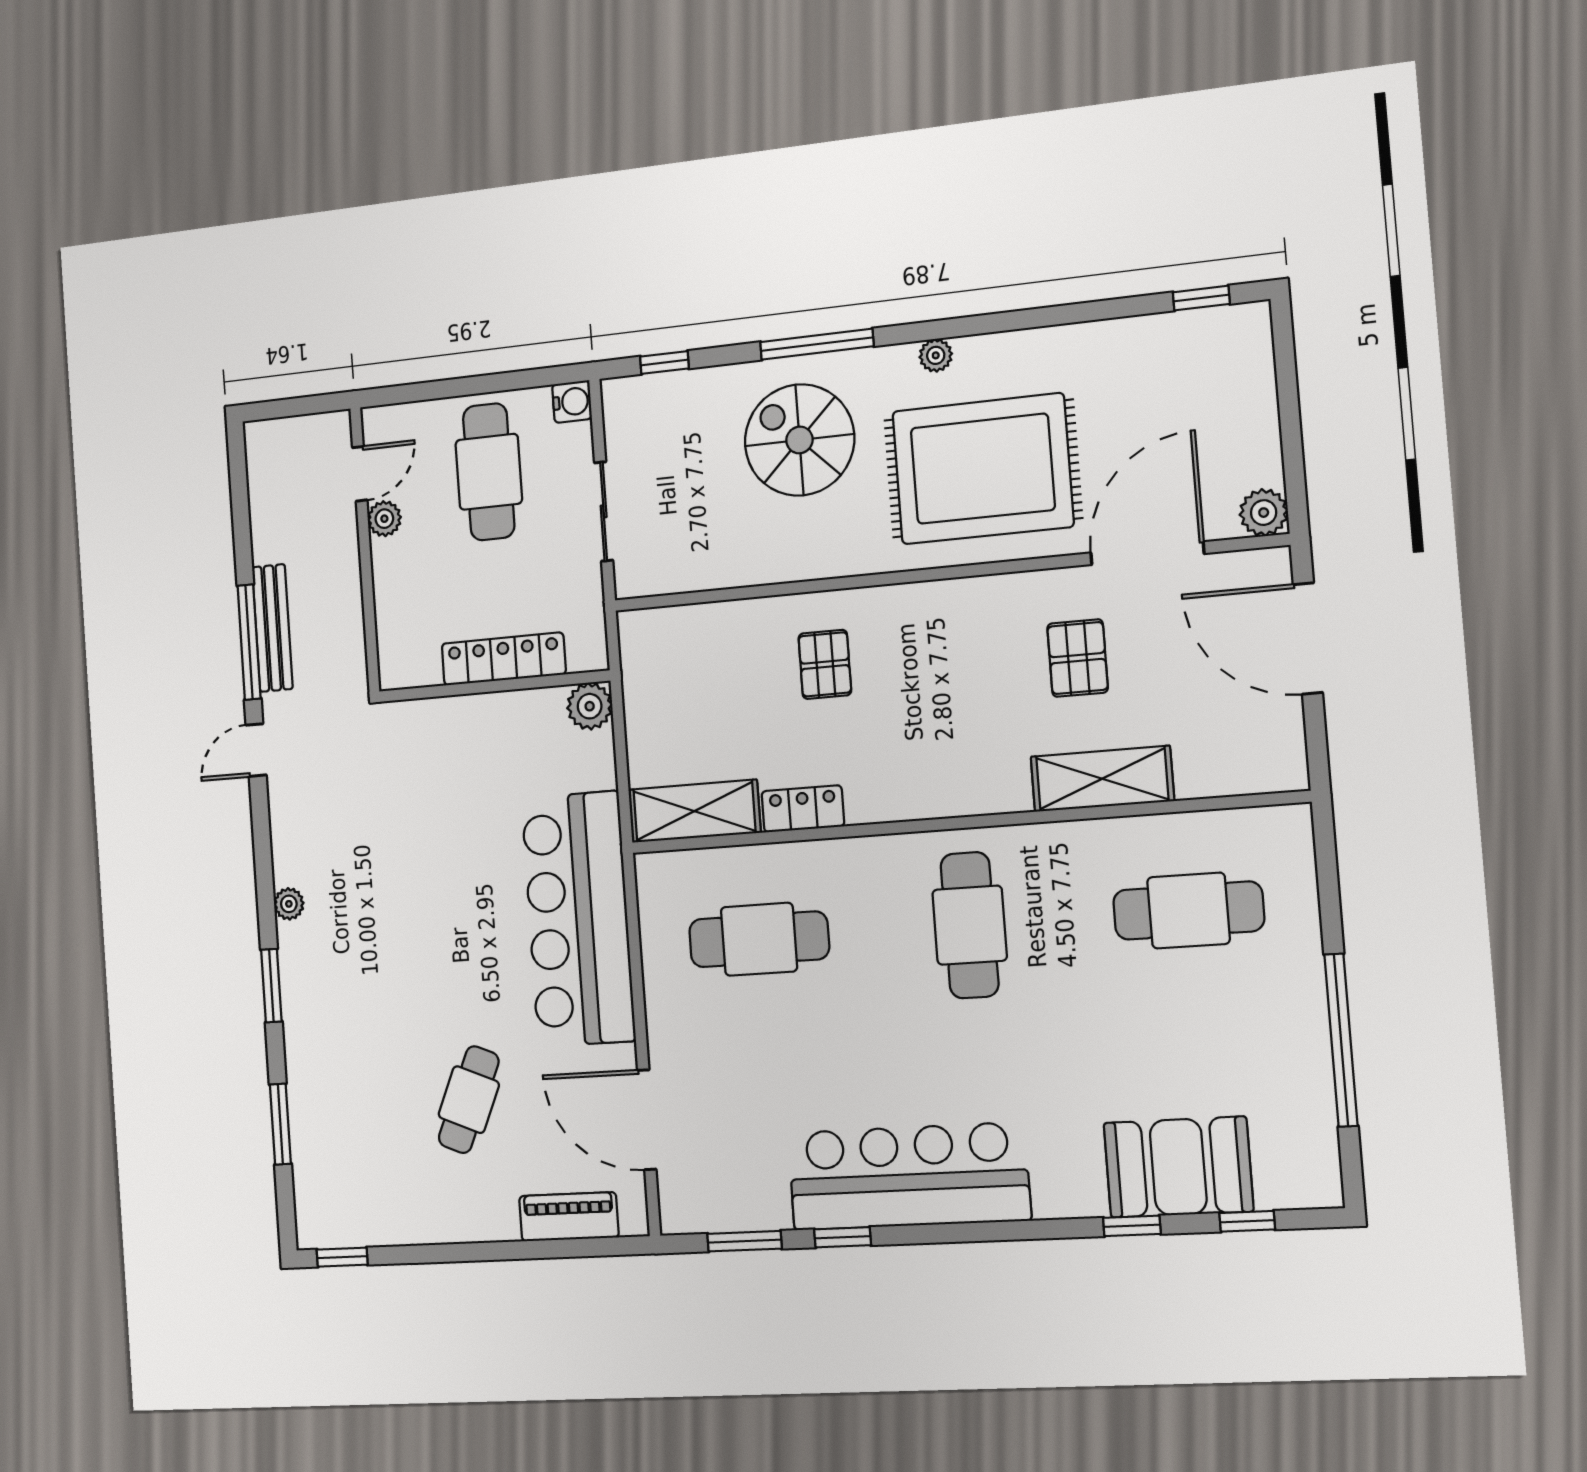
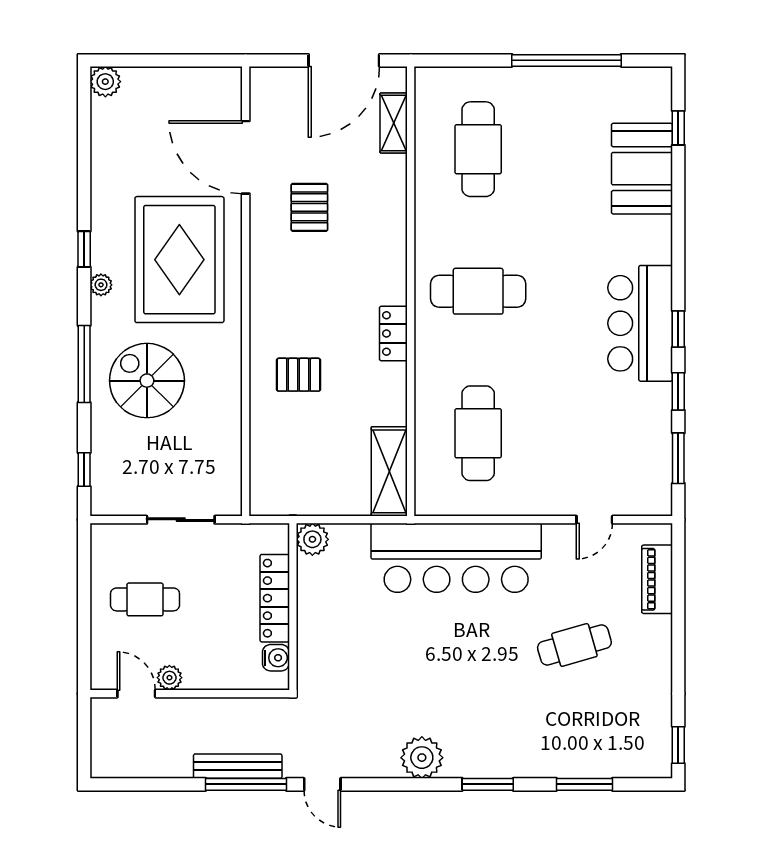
window: (1201, 298) -> (84, 249), moved
water cooler: (572, 402) -> (276, 658), moved, turned 90
spiral stairs: (799, 440) -> (147, 381), turned 90
cafe table: (489, 472) -> (145, 599), width x0.73, depth x0.74
plant: (1264, 513) -> (105, 82), moved
door: (1308, 638) -> (344, 60), moved
pallet: (1078, 658) -> (309, 207), turned 90
shelving: (1102, 779) -> (394, 123), moved, width x0.67, depth x0.75
locker: (803, 809) -> (393, 333), moved
plant: (289, 904) -> (422, 758), width x1.87, depth x1.87
cafe table: (469, 1100) -> (574, 645), turned -39
door: (647, 1120) -> (594, 520), width x0.53
bar counter: (908, 1176) -> (640, 323), width x0.73
window: (1132, 1226) -> (678, 329), moved

